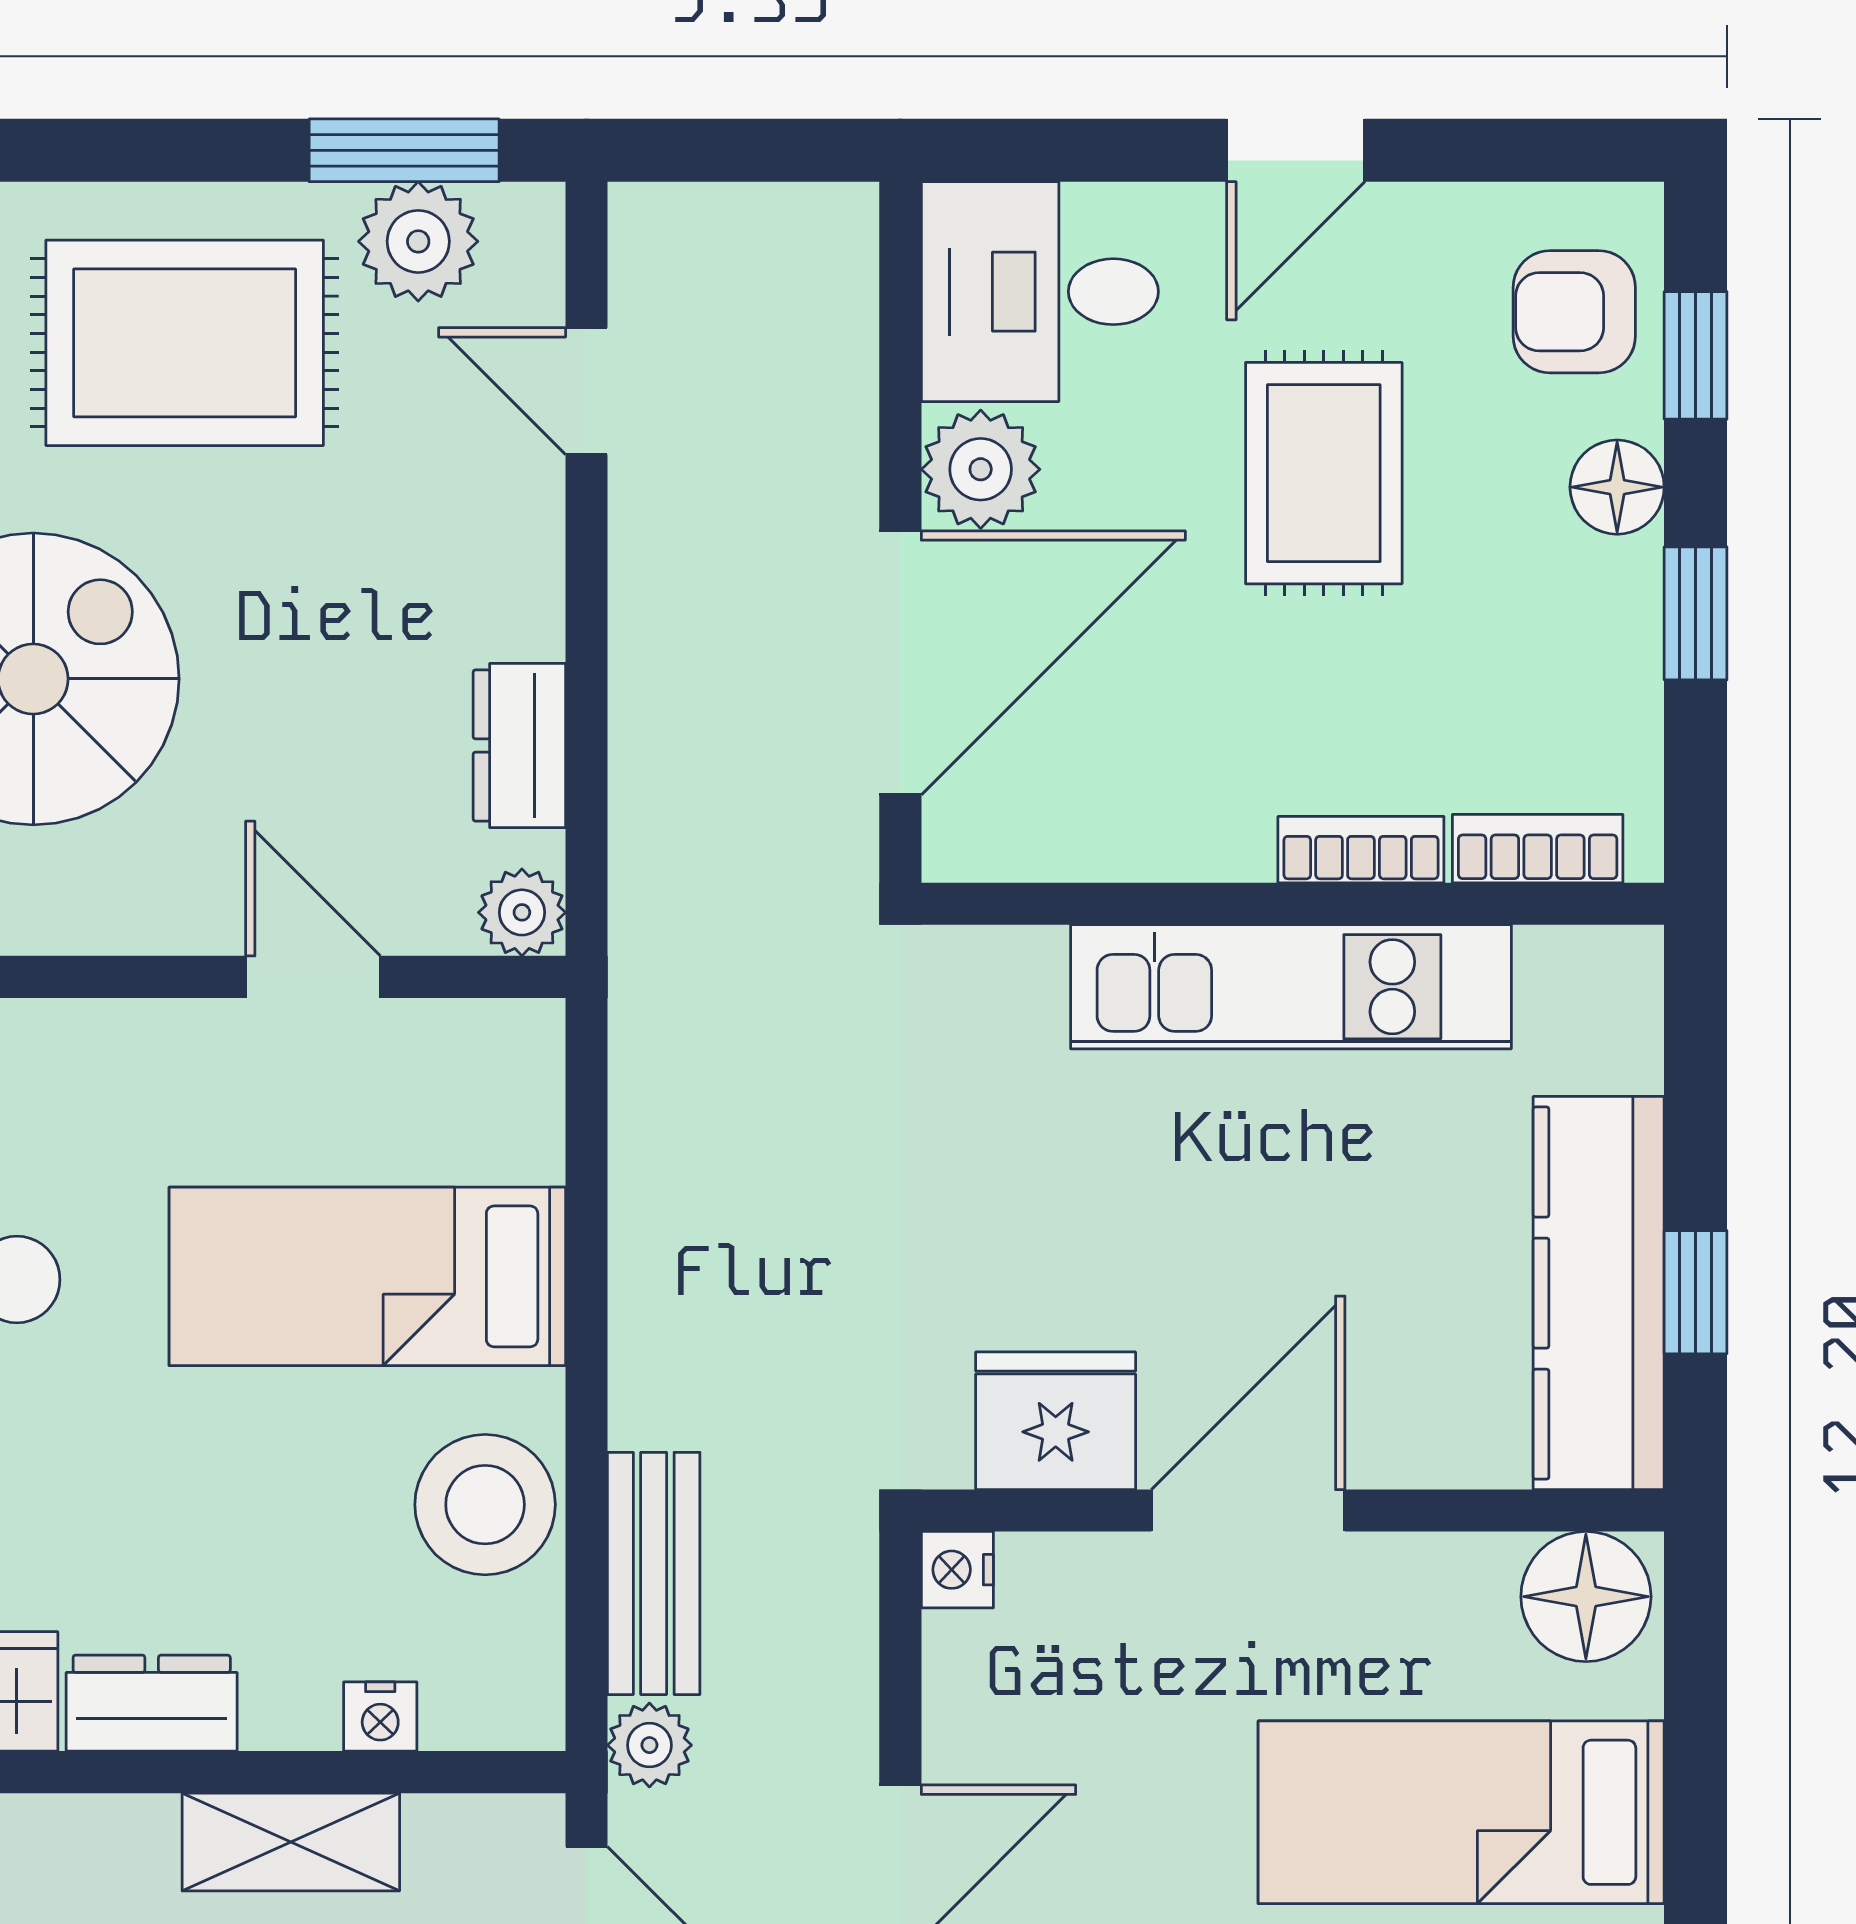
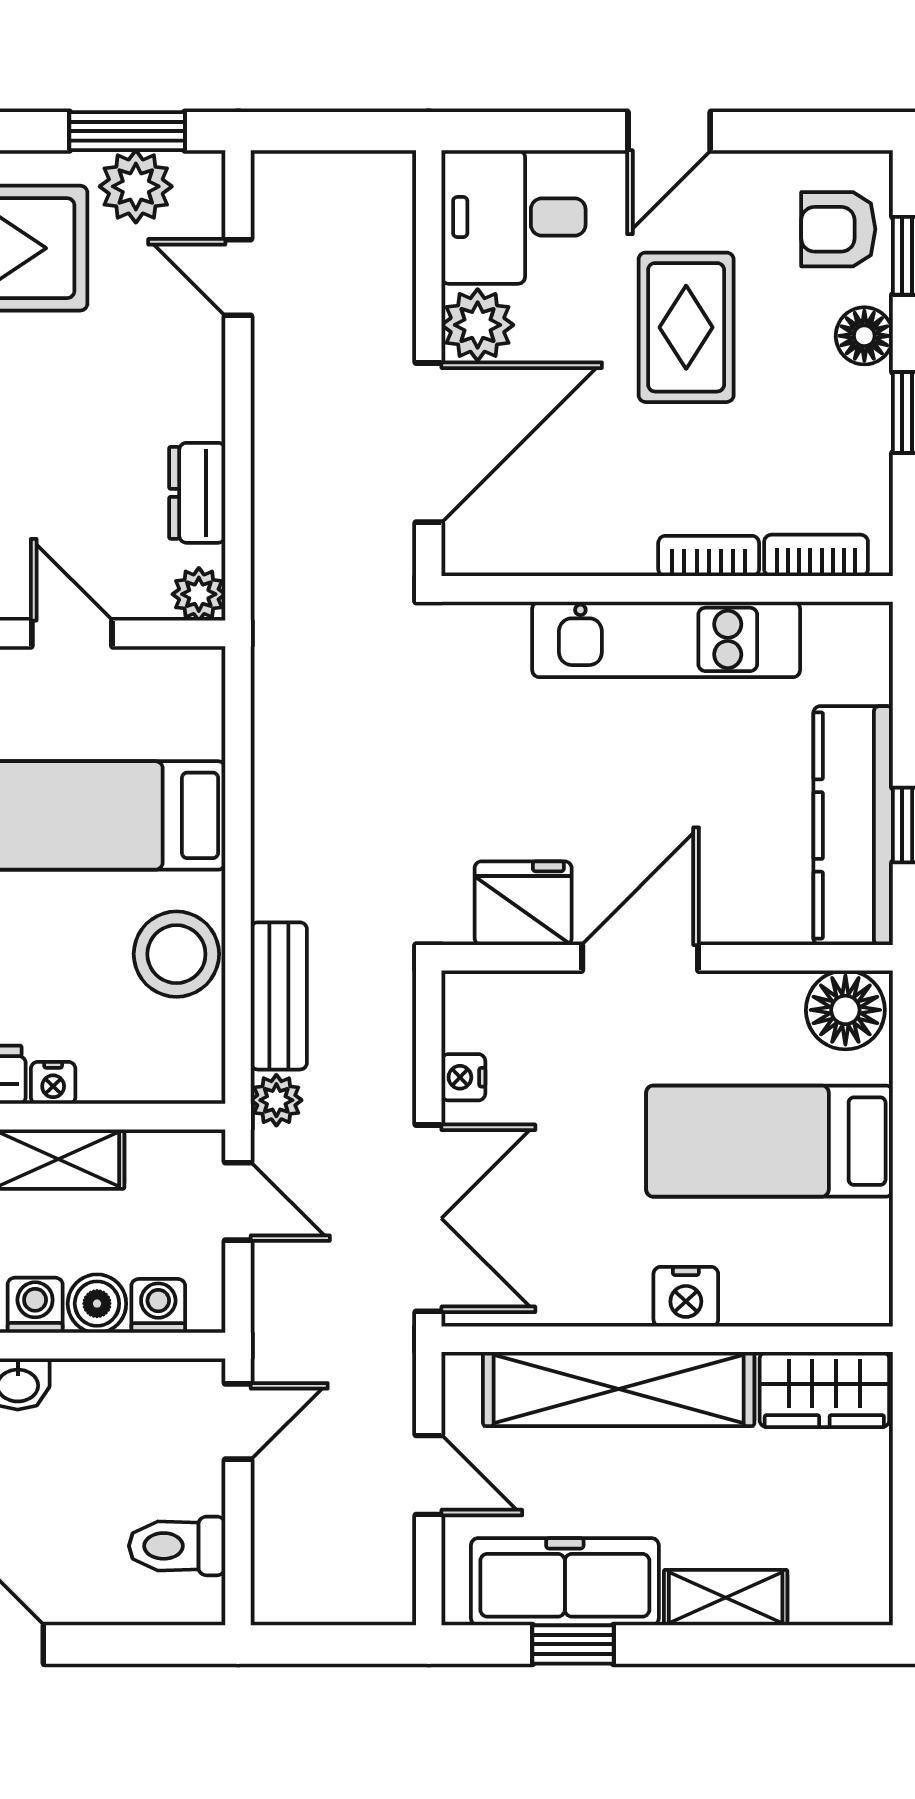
nightstand: (957, 1570) -> (463, 1077), moved
nightstand: (380, 1717) -> (53, 1083), moved

